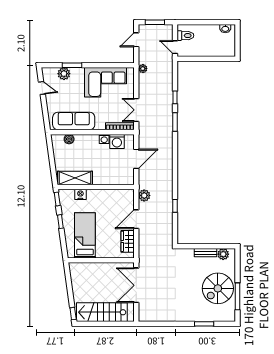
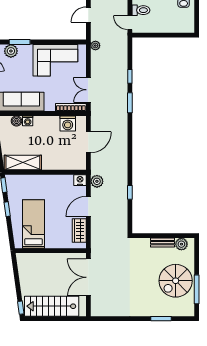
washing machine: (104, 139) -> (28, 121), moved
nightstand: (80, 194) -> (80, 180), moved

